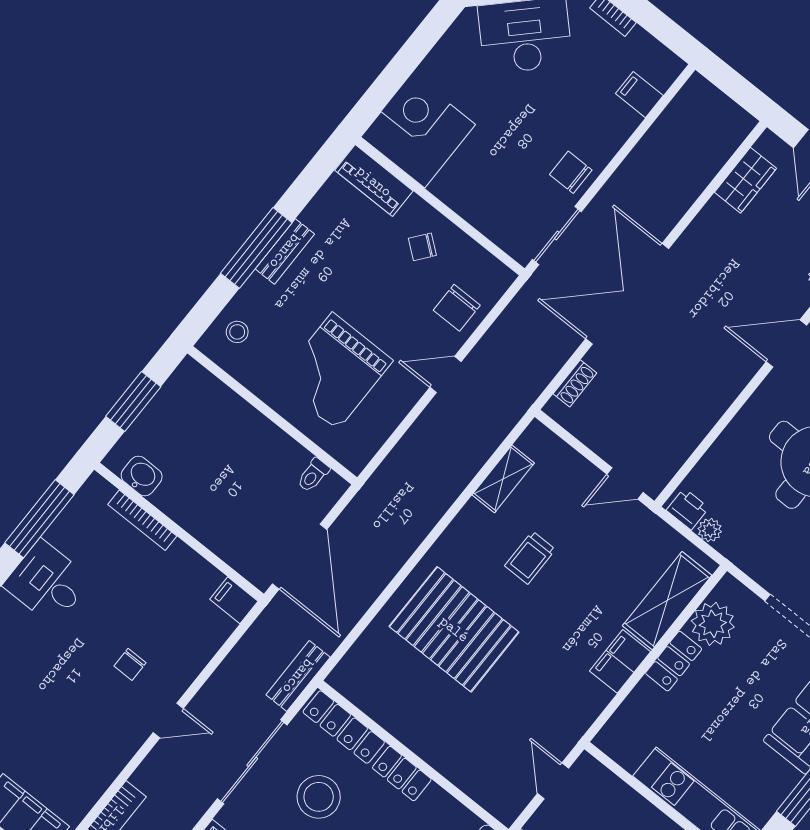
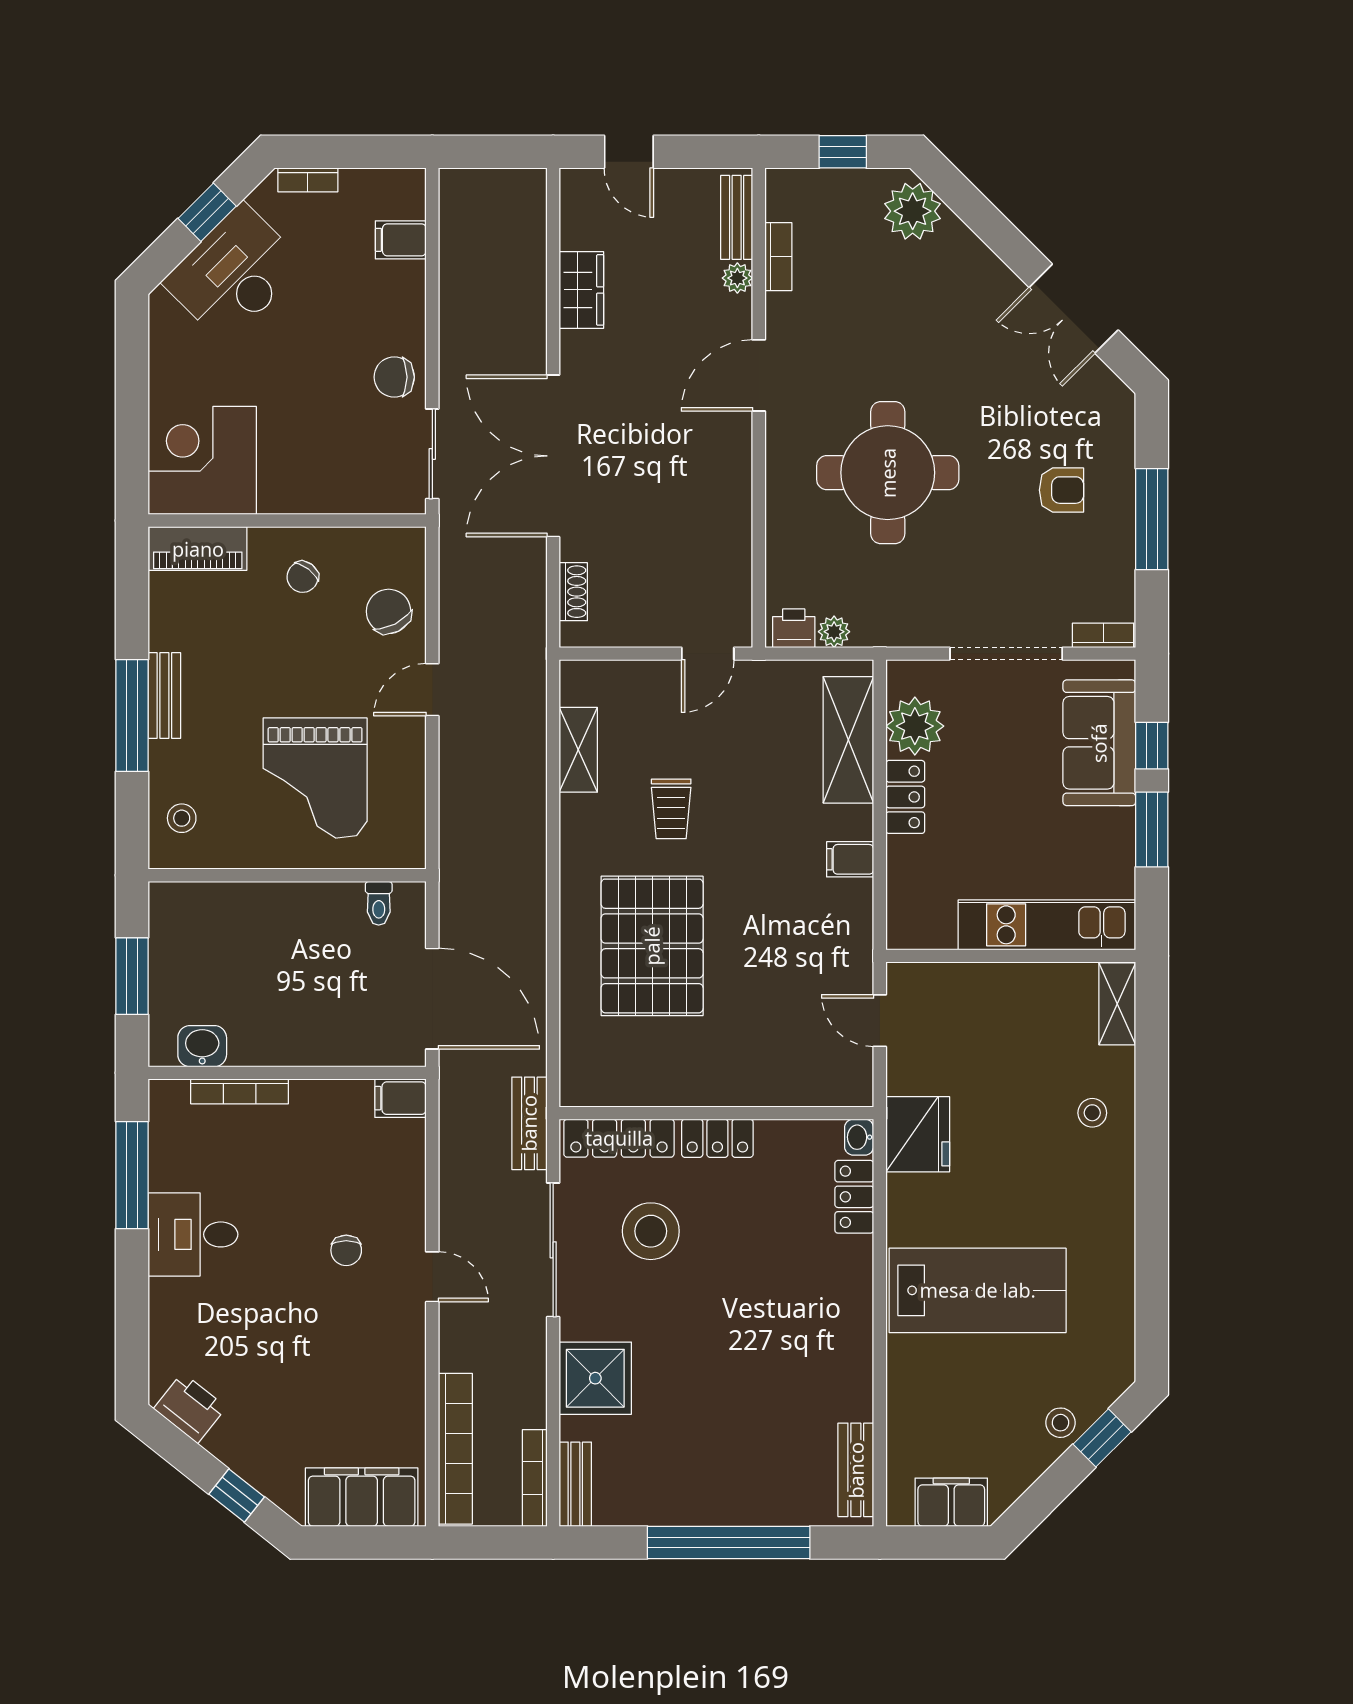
wardrobe: (745, 180) -> (581, 290), moved
chair: (457, 308) -> (389, 611), turned 153
pallet: (454, 629) -> (652, 946), turned 90
filing cabinet: (620, 661) -> (850, 859), width x0.50
door: (168, 721) -> (432, 1277), hinge flipped

